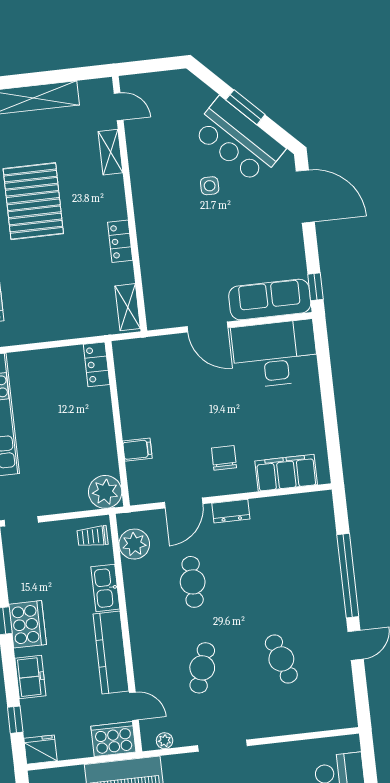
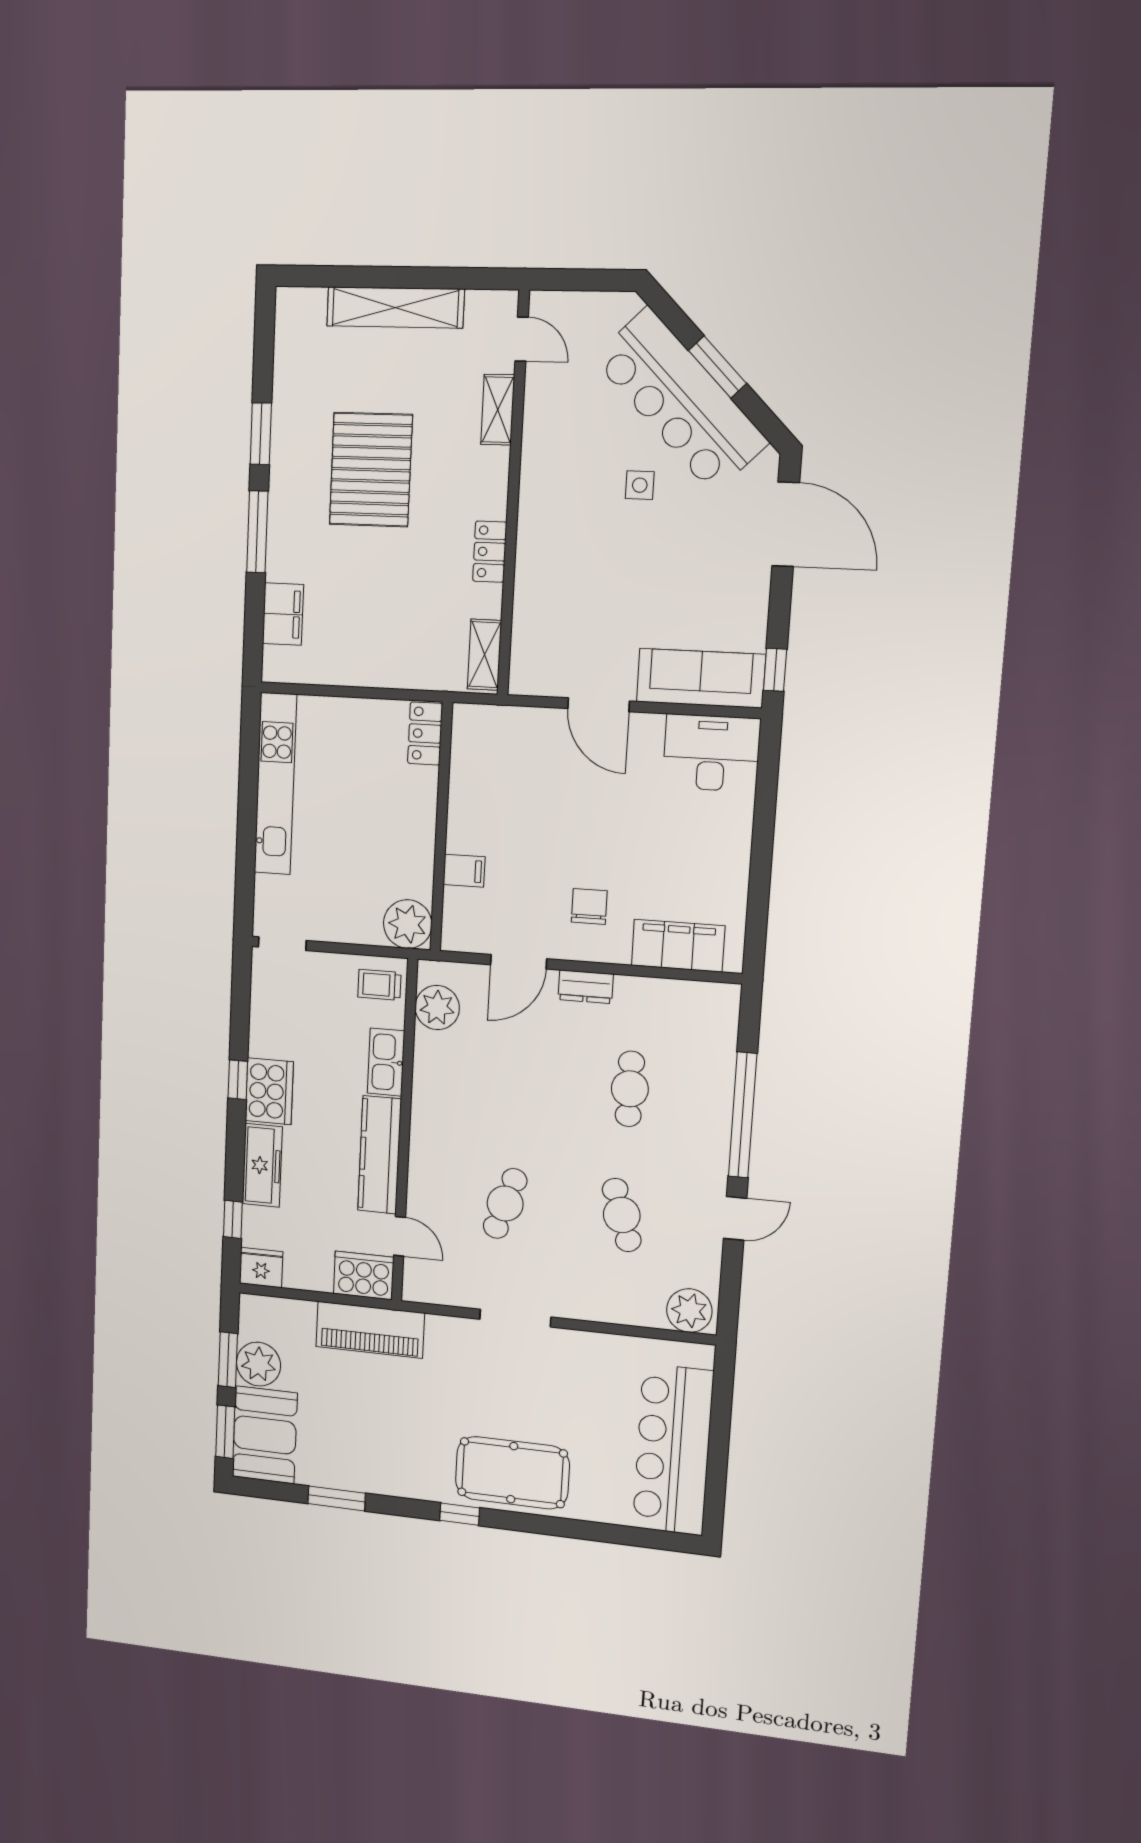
bar counter: (238, 140) -> (680, 400), width x1.36
desk: (275, 354) -> (711, 753), width x0.73, depth x0.77
cafe table: (193, 582) -> (630, 1089), moved
freezer: (30, 677) -> (262, 1165), width x1.40
plant: (165, 741) -> (689, 1311), moved, width x1.88, depth x1.88

